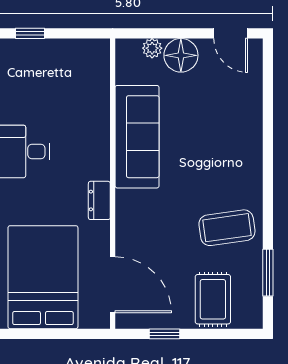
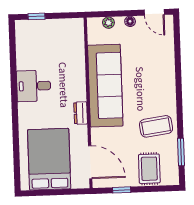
floor lamp: (181, 55) -> (130, 21), width x0.53, depth x0.53
sofa: (137, 137) -> (105, 86), width x1.36, depth x1.27

